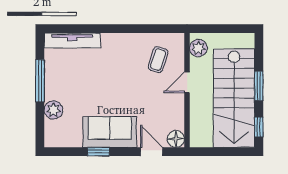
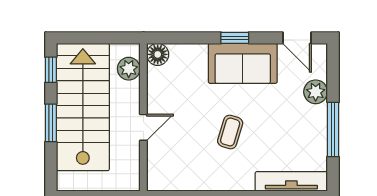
plant: (198, 48) -> (129, 69), moved
coffee table: (158, 60) -> (230, 132), moved
window: (98, 152) -> (235, 38), moved
door: (152, 152) -> (297, 38), moved

